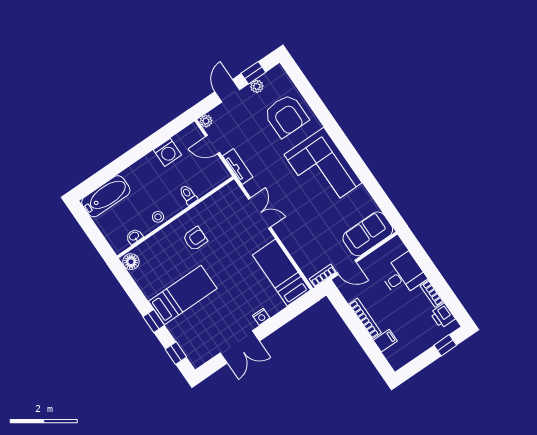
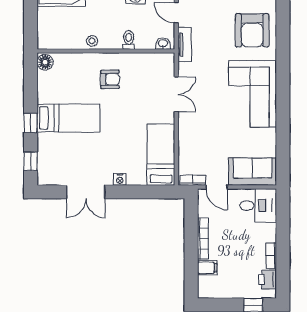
washbasin: (134, 236) -> (163, 44), moved
desk: (403, 275) -> (258, 205), moved

